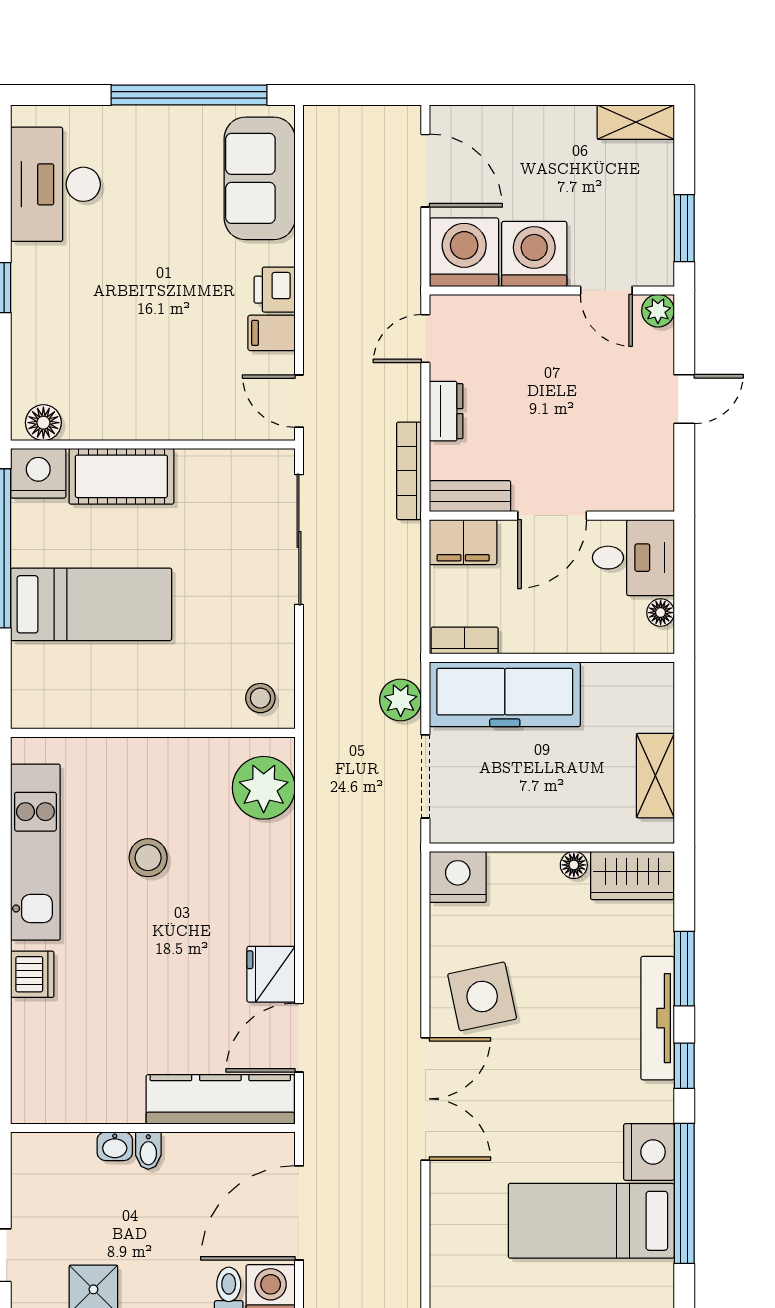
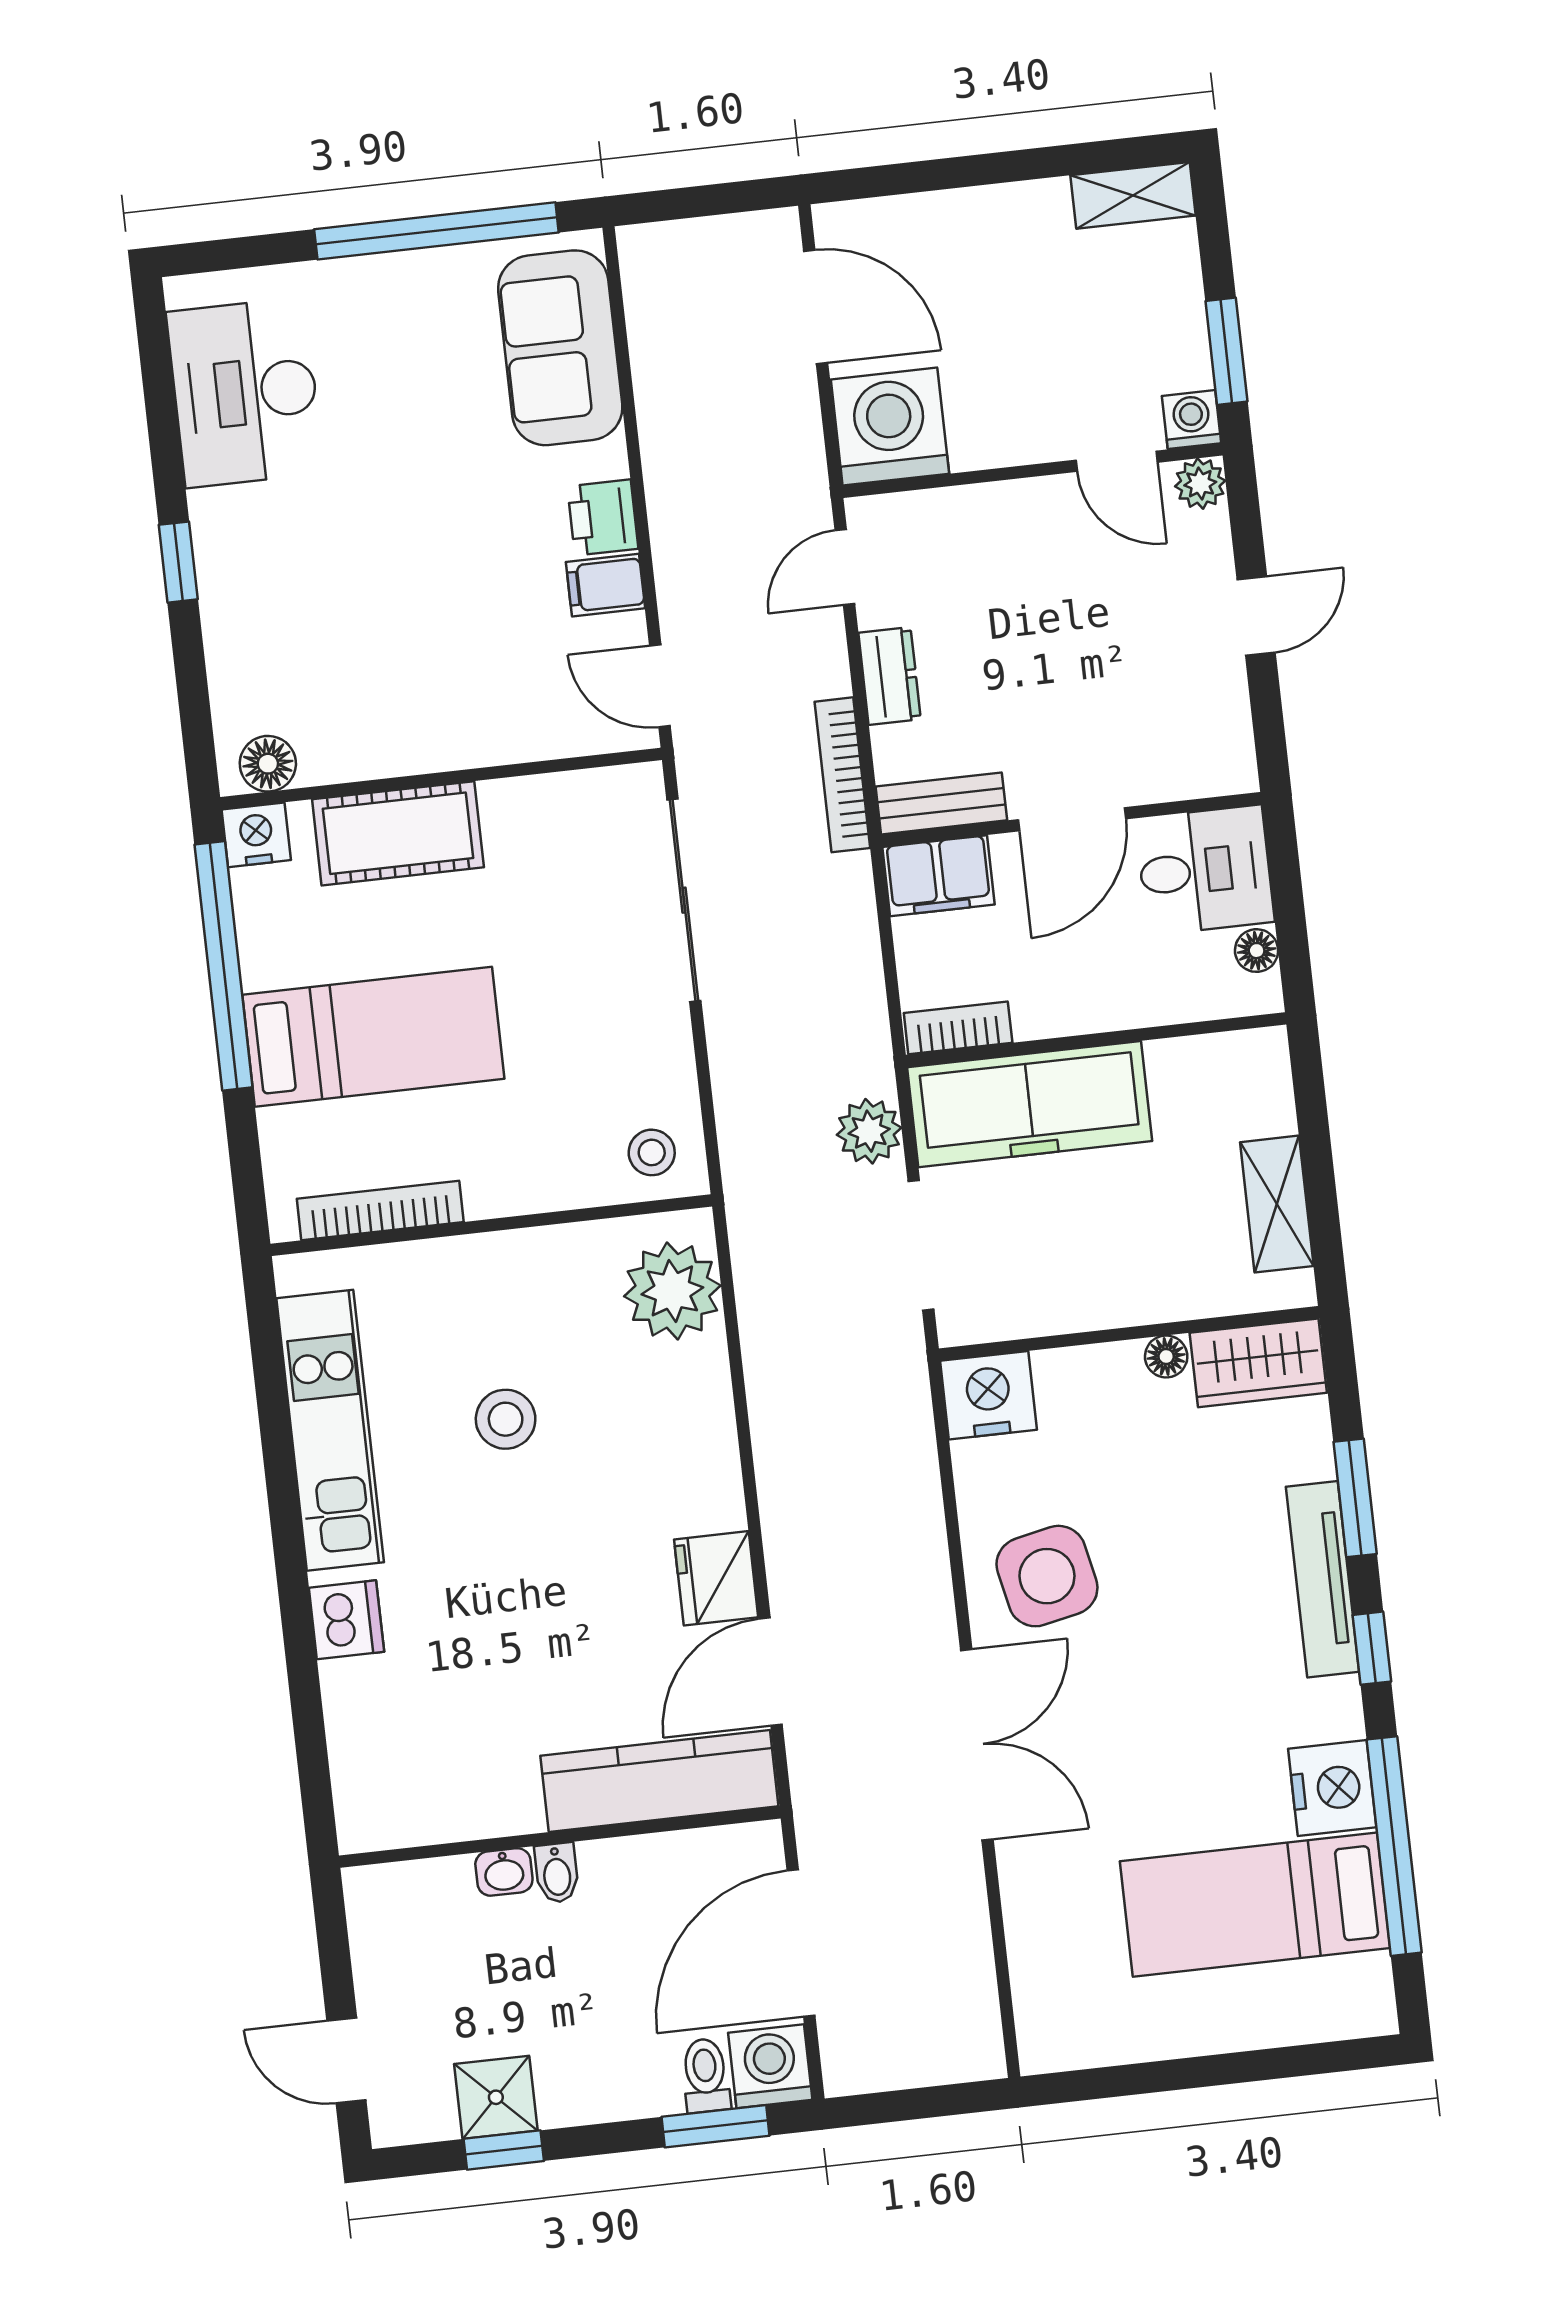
washing machine: (534, 254) -> (1192, 420), moved, width x0.53, depth x0.53
nightstand: (38, 473) -> (256, 835), width x0.74, depth x0.75
bookcase: (83, 716) -> (380, 1210), added

